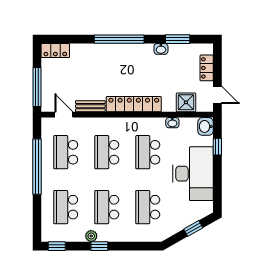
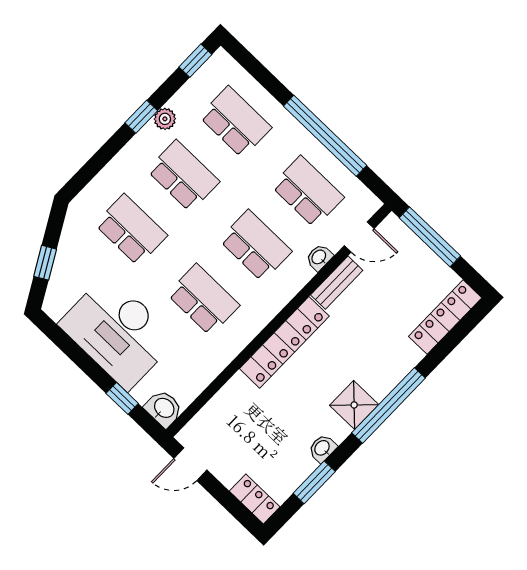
locker: (55, 50) -> (445, 317), width x1.53
locker: (207, 68) -> (255, 499), moved
shower: (186, 102) -> (354, 405), moved
washbasin: (172, 123) -> (319, 257), moved

